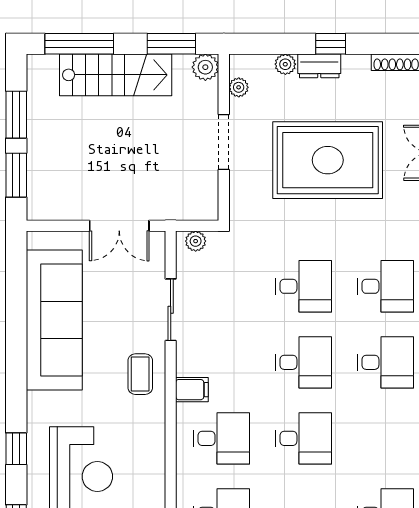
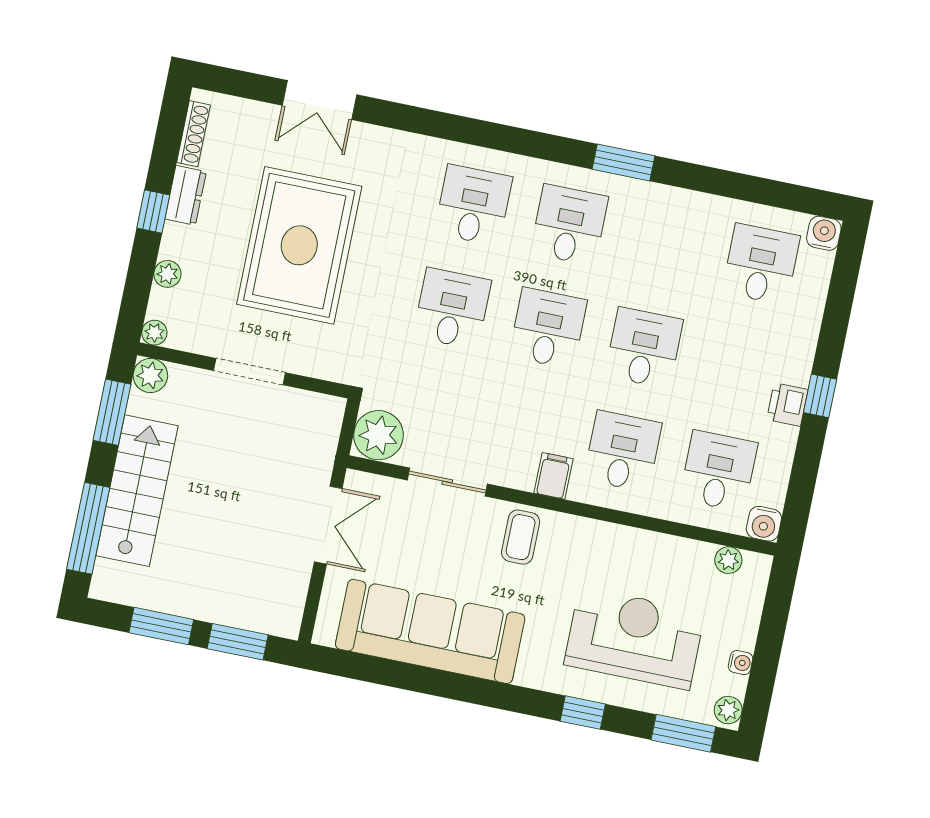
dresser: (319, 66) -> (186, 195), moved
plant: (239, 87) -> (154, 333), moved
plant: (196, 241) -> (379, 435), width x1.87, depth x1.87
coffee table: (140, 374) -> (521, 537), turned 90

